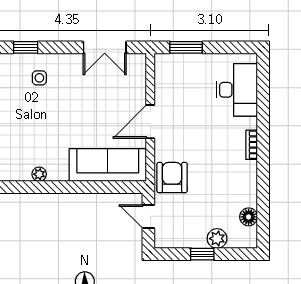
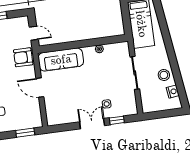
double door: (105, 47) -> (92, 124), moved
door: (150, 122) -> (40, 88), swing flipped
armchair: (172, 178) -> (23, 57), turned 90

